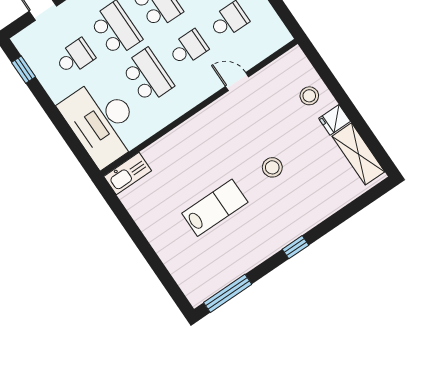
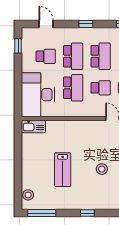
lab bench: (215, 208) -> (63, 170), turned 90
stool: (189, 280) -> (28, 195), added

